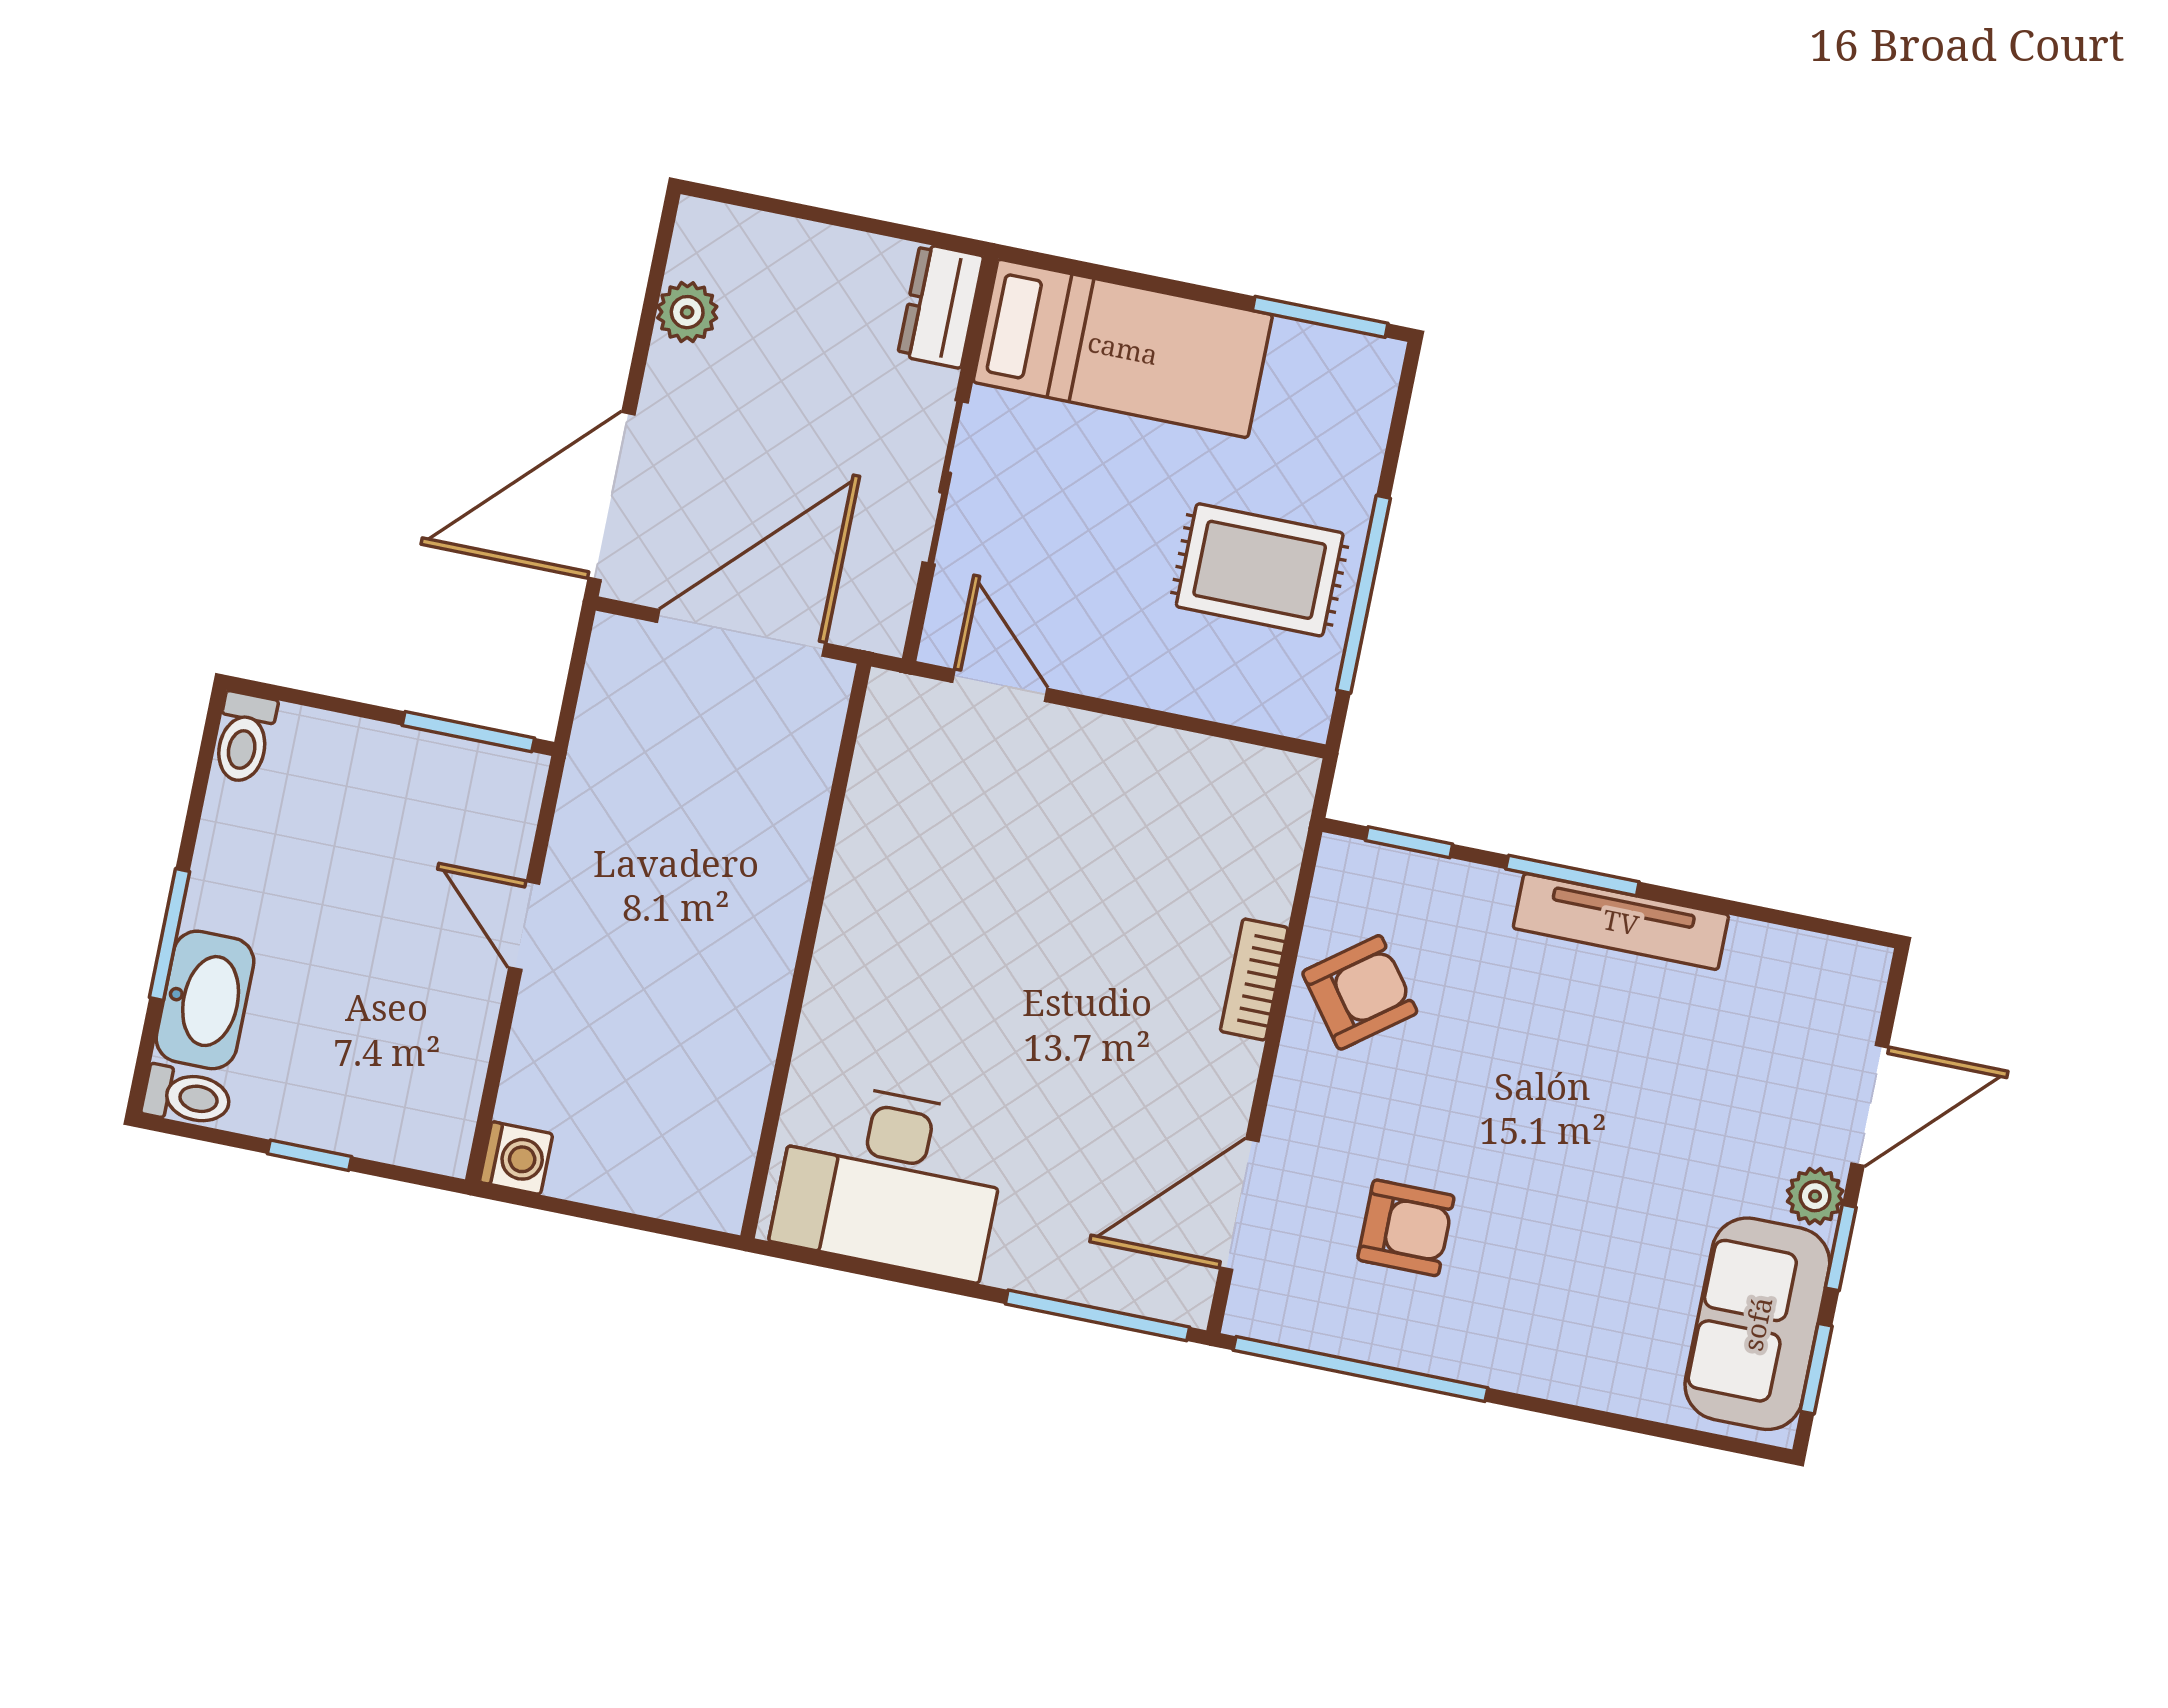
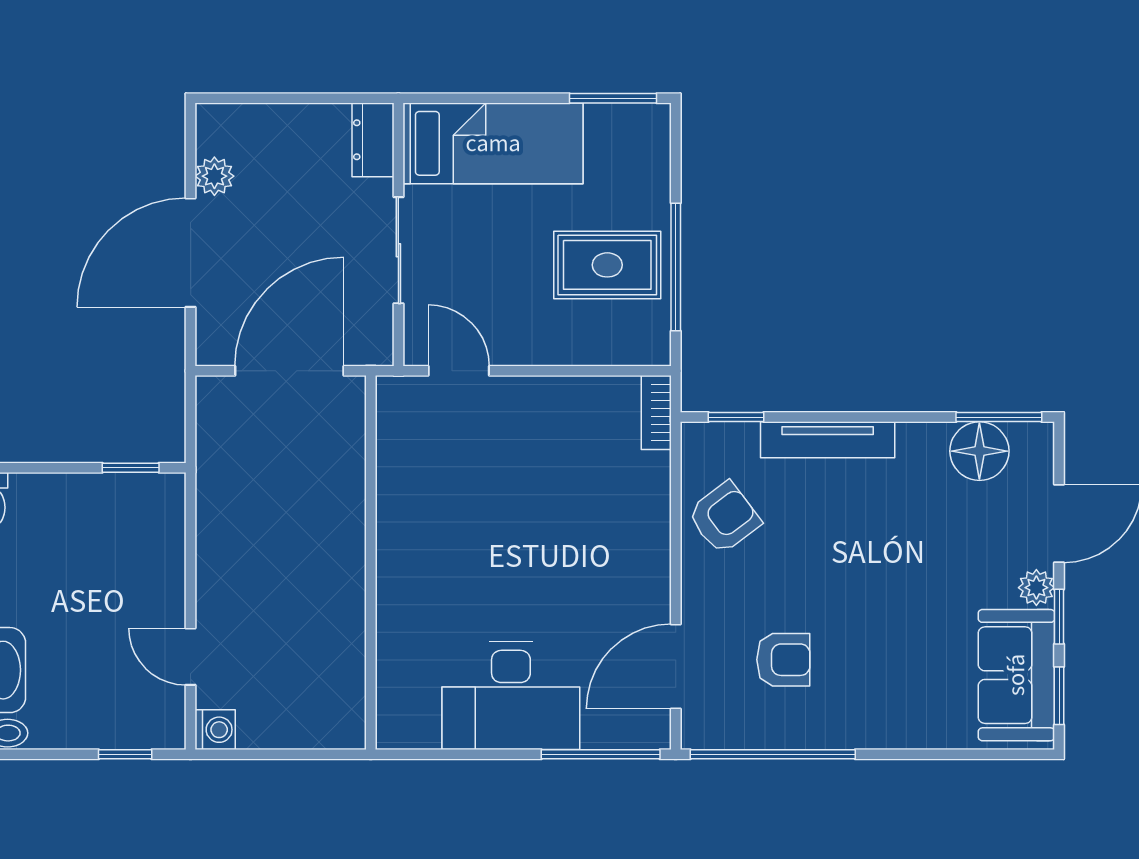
door: (612, 496) -> (191, 253), moved
window: (468, 732) -> (131, 468), width x0.67
window: (1572, 875) -> (999, 417), moved
tv unit: (1621, 922) -> (828, 440), moved
door: (524, 926) -> (191, 657), moved
floor lamp: (1770, 970) -> (979, 451), added
bookcase: (1254, 979) -> (656, 412), moved
window: (309, 1155) -> (125, 754), moved
desk: (890, 1180) -> (511, 696), moved

